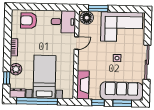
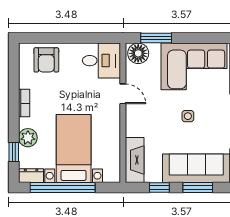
armchair: (29, 20) -> (46, 60), turned -90
door: (76, 43) -> (123, 94), hinge flipped

